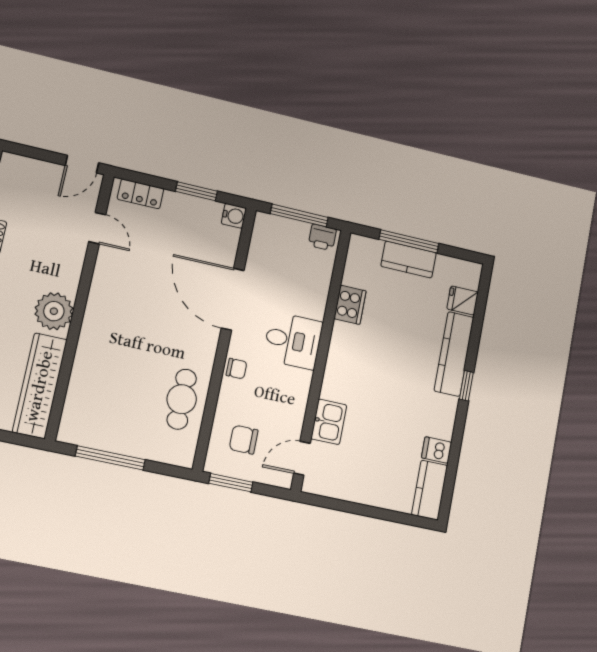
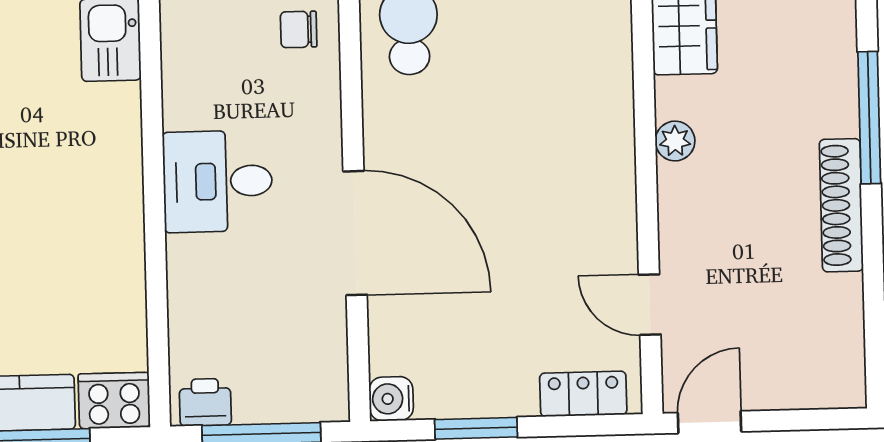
cooker: (350, 305) -> (114, 401), moved, turned 90
plant: (54, 311) -> (675, 141), width x0.53, depth x0.53
chair: (236, 369) -> (299, 29), moved

